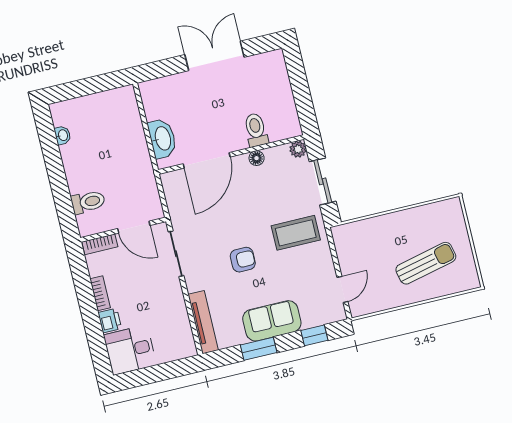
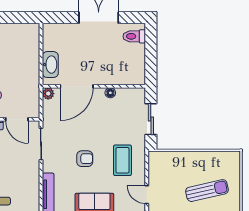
toilet: (256, 130) -> (134, 36), moved, turned -90
plant: (298, 149) -> (48, 94), moved
coffee table: (296, 233) -> (122, 160), moved, turned 90
door: (342, 289) -> (147, 195), swing flipped

